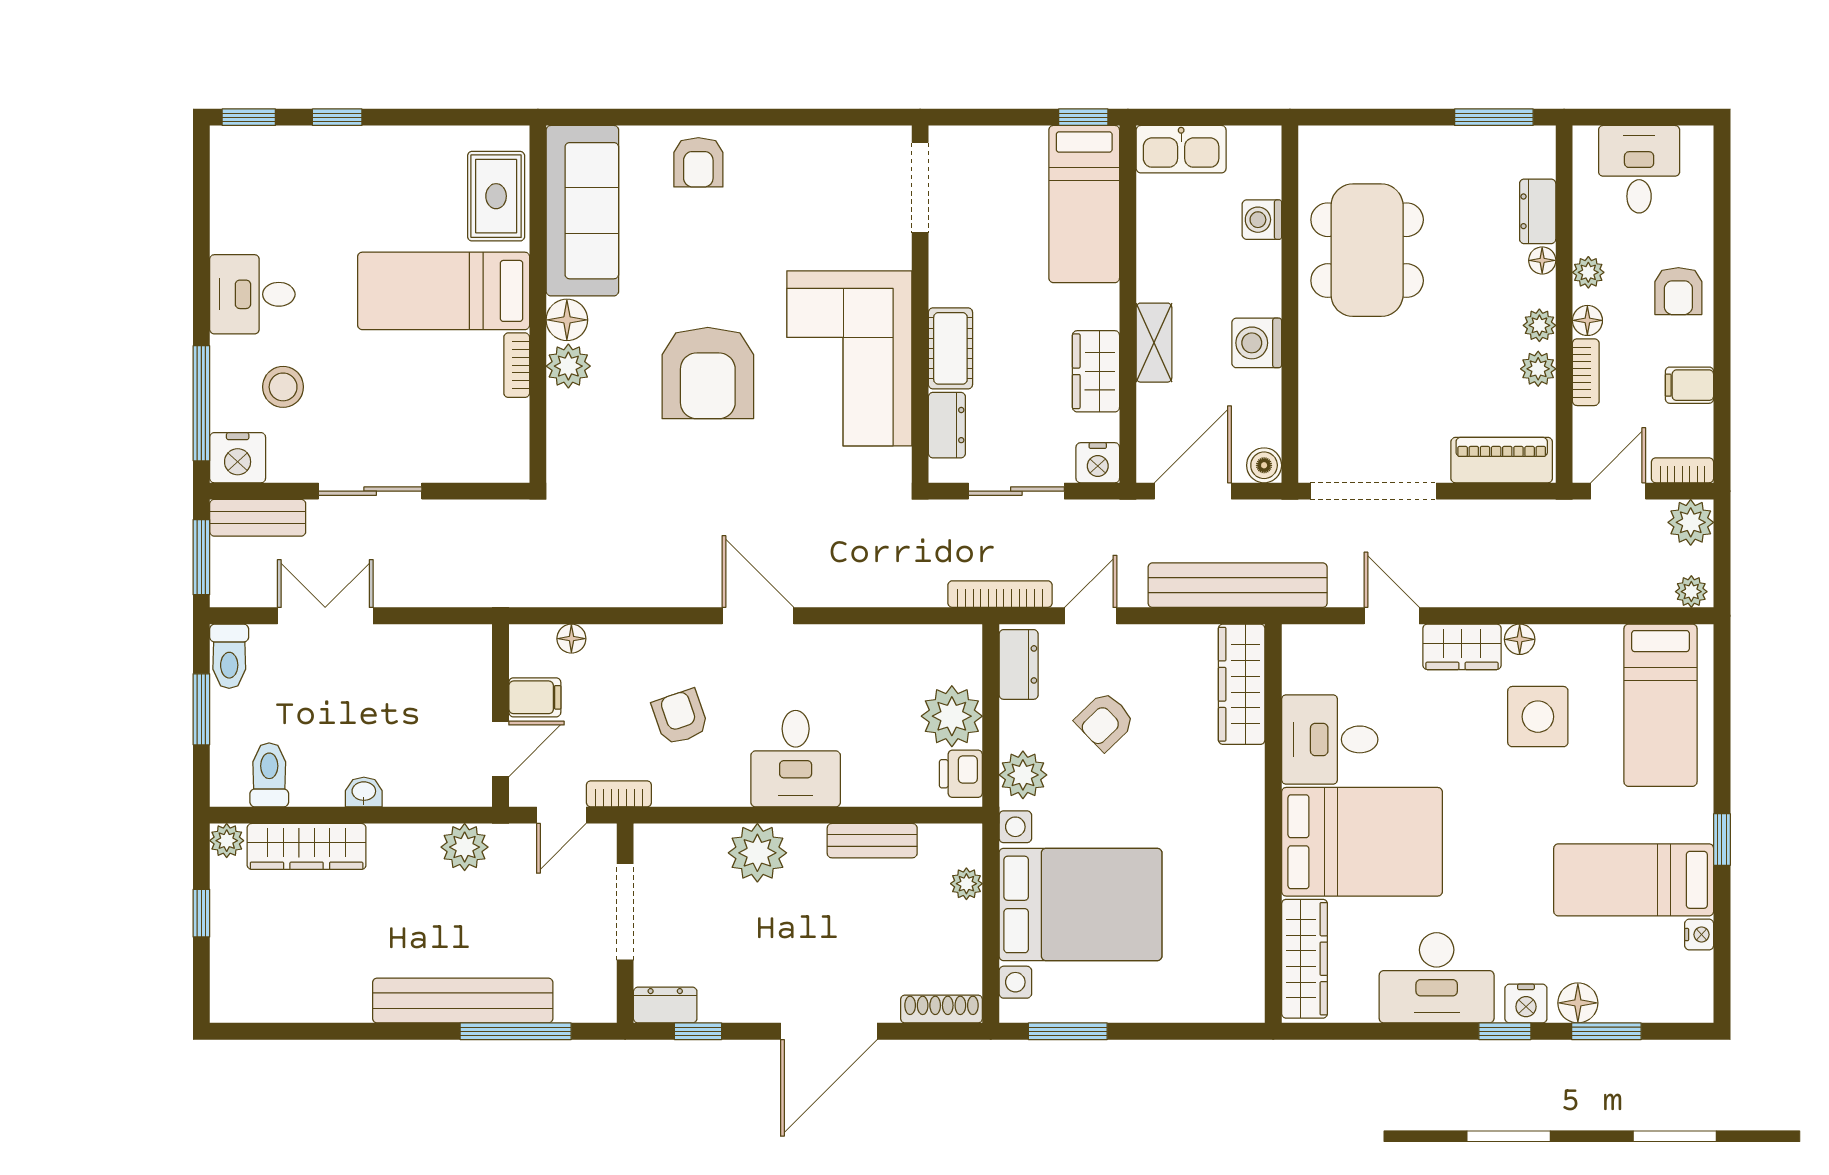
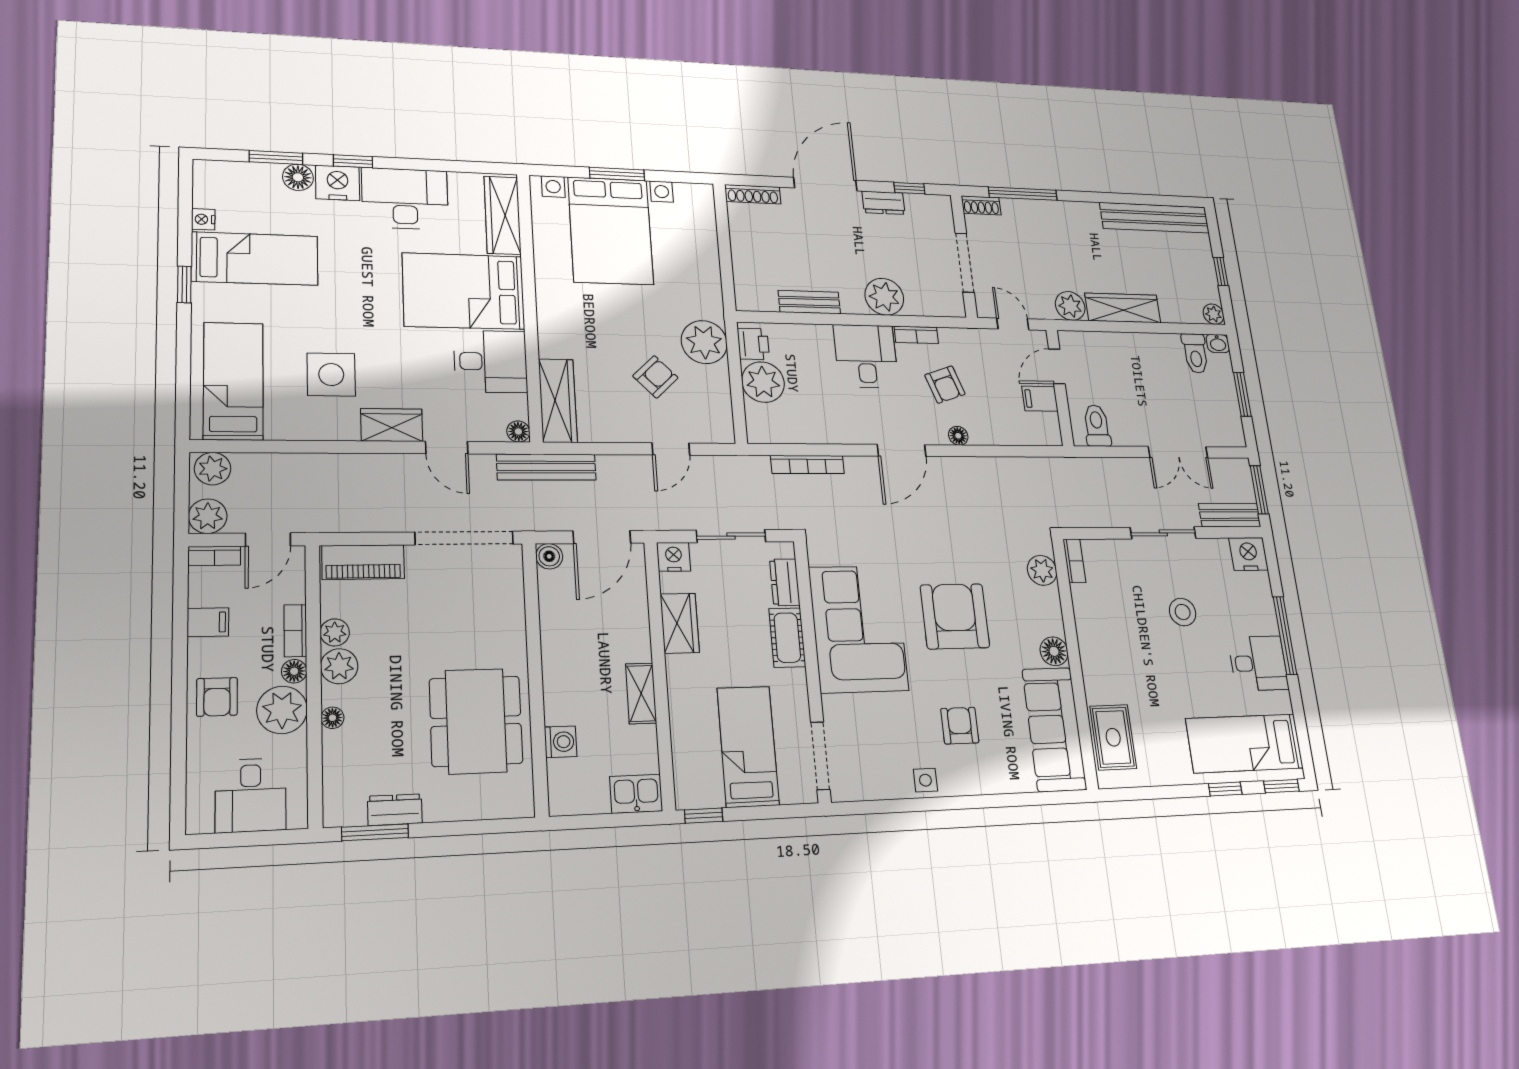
side table: (778, 149) -> (925, 780), added
kitchen sink: (1181, 149) -> (636, 794), width x0.73
armchair: (698, 162) -> (960, 726), moved
bed: (1084, 204) -> (748, 746), moved
dresser: (1538, 211) -> (395, 810), moved, turned -90
plant: (1588, 272) -> (282, 710), width x1.87, depth x1.87
bed: (444, 291) -> (1244, 743), moved, turned 180
armchair: (1678, 291) -> (217, 697), turned 180
plant: (1539, 325) -> (339, 666), width x1.38, depth x1.38
shelving: (1154, 343) -> (641, 693), moved
washing machine: (1257, 343) -> (560, 647), removed
bookcase: (517, 365) -> (1074, 561), moved
plant: (568, 366) -> (1042, 570), moved
stool: (283, 387) -> (1183, 612), moved
window: (201, 403) -> (1285, 635), moved
bench: (1238, 585) -> (546, 467), width x0.73, depth x0.82
plant: (1691, 592) -> (213, 469), width x1.38, depth x1.38
bookcase: (1000, 594) -> (807, 465), moved
door: (758, 616) -> (902, 450), hinge flipped
floor lamp: (571, 639) -> (958, 436), moved
floor lamp: (1520, 639) -> (518, 432), moved
toilet: (229, 656) -> (1097, 426), moved
dresser: (1019, 664) -> (719, 416), removed
plant: (1023, 775) -> (704, 342), width x1.36, depth x1.36
washbasin: (364, 792) -> (1218, 343), moved
bookcase: (619, 794) -> (916, 335), moved
door: (561, 815) -> (1013, 324), hinge flipped
wardrobe: (307, 846) -> (1123, 308), moved
plant: (966, 884) -> (743, 273), removed
bed with nightstands: (1080, 904) -> (611, 231), moved, turned -90
bench: (463, 1000) -> (1155, 218), moved
nightstand: (1526, 1004) -> (338, 183), width x1.36, depth x1.33
dresser: (665, 1005) -> (883, 203), moved
shoe rack: (586, 1008) -> (981, 205), added
window: (1068, 1031) -> (617, 174), moved

